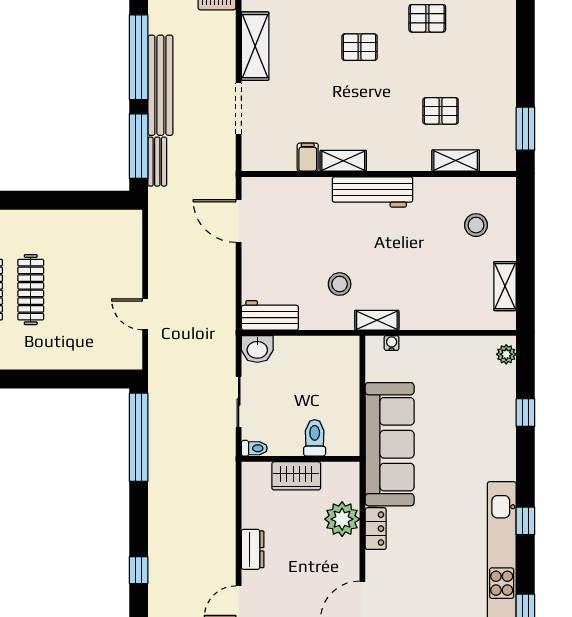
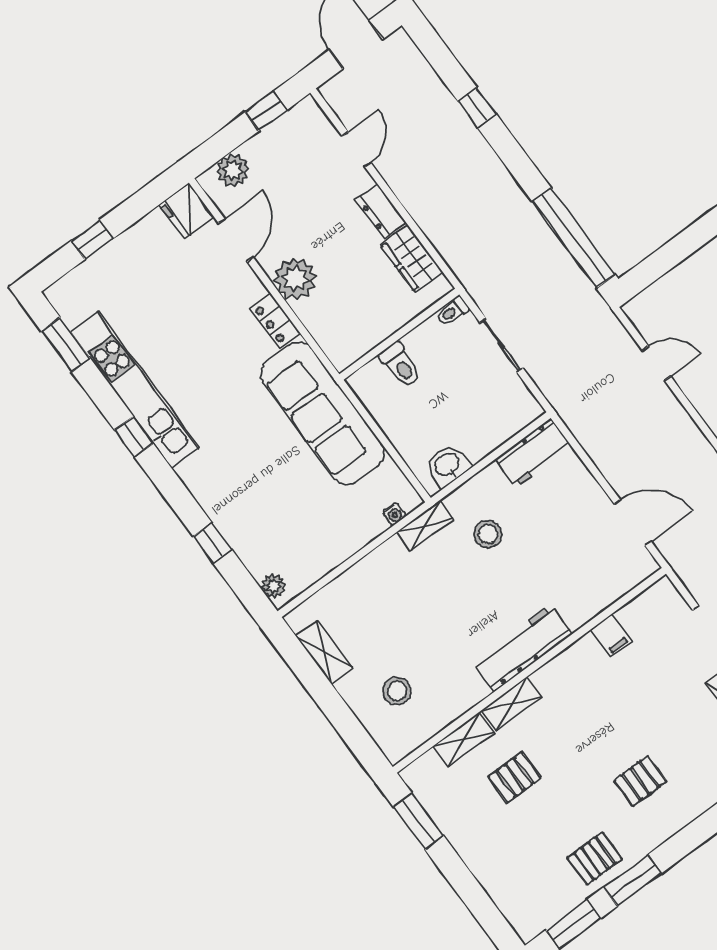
shelving: (343, 161) -> (511, 704), moved
washbasin: (257, 349) -> (448, 465), moved
wardrobe: (296, 476) -> (411, 258), moved, turned -90
plant: (342, 519) -> (295, 279), moved

